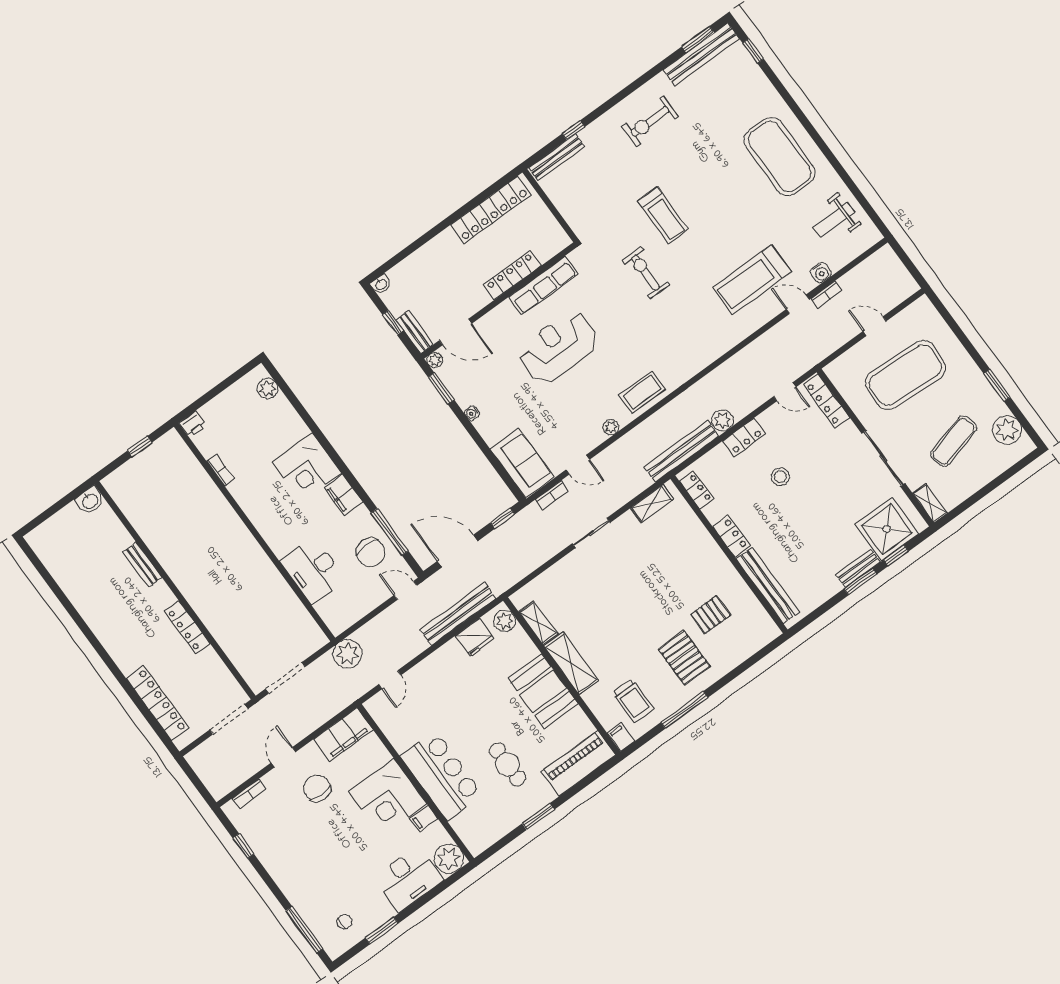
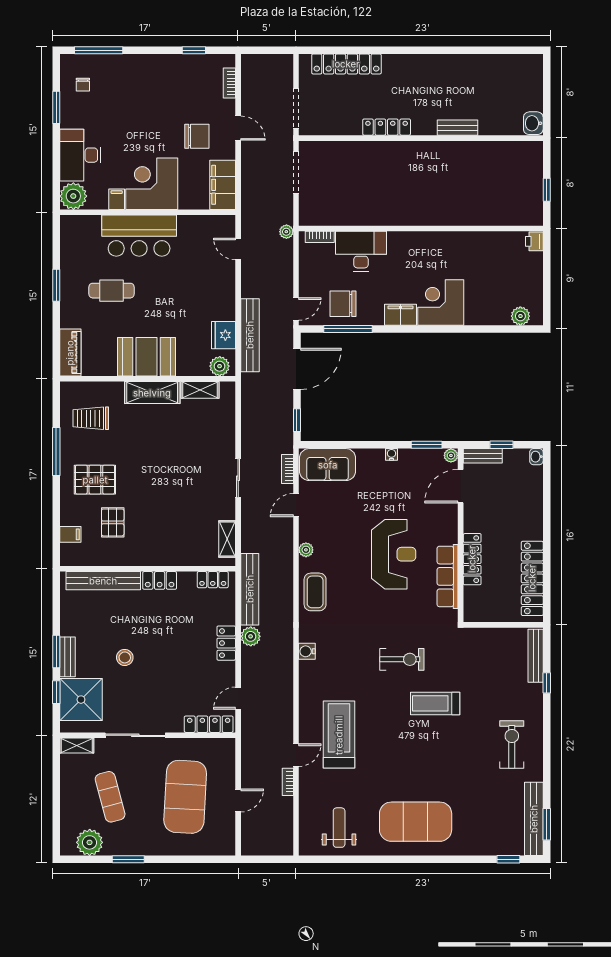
water cooler: (821, 273) -> (307, 651), moved
bookcase: (221, 470) -> (320, 237), moved
stool: (780, 477) -> (125, 657), moved
plant: (348, 654) -> (286, 232), width x0.53, depth x0.53
filing cabinet: (621, 737) -> (70, 534), moved
piano: (579, 763) -> (70, 353), width x0.73, depth x0.75

